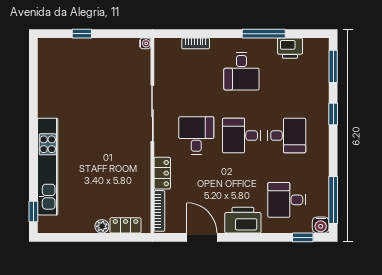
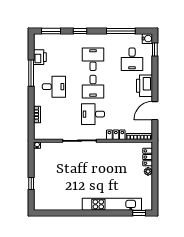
window: (333, 200) -> (121, 31), moved

